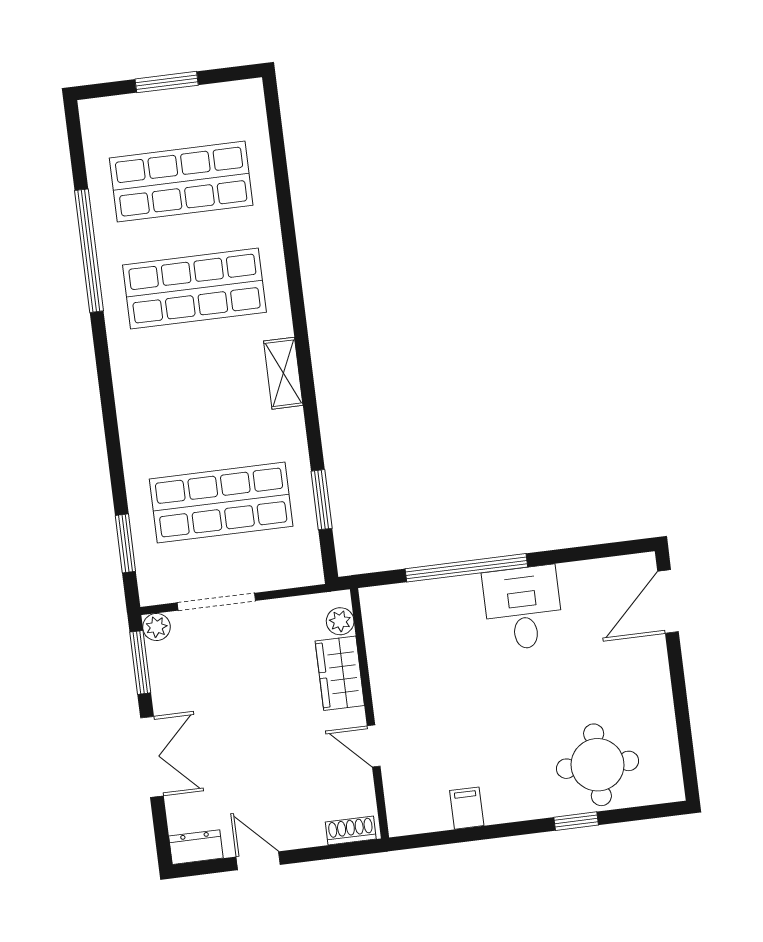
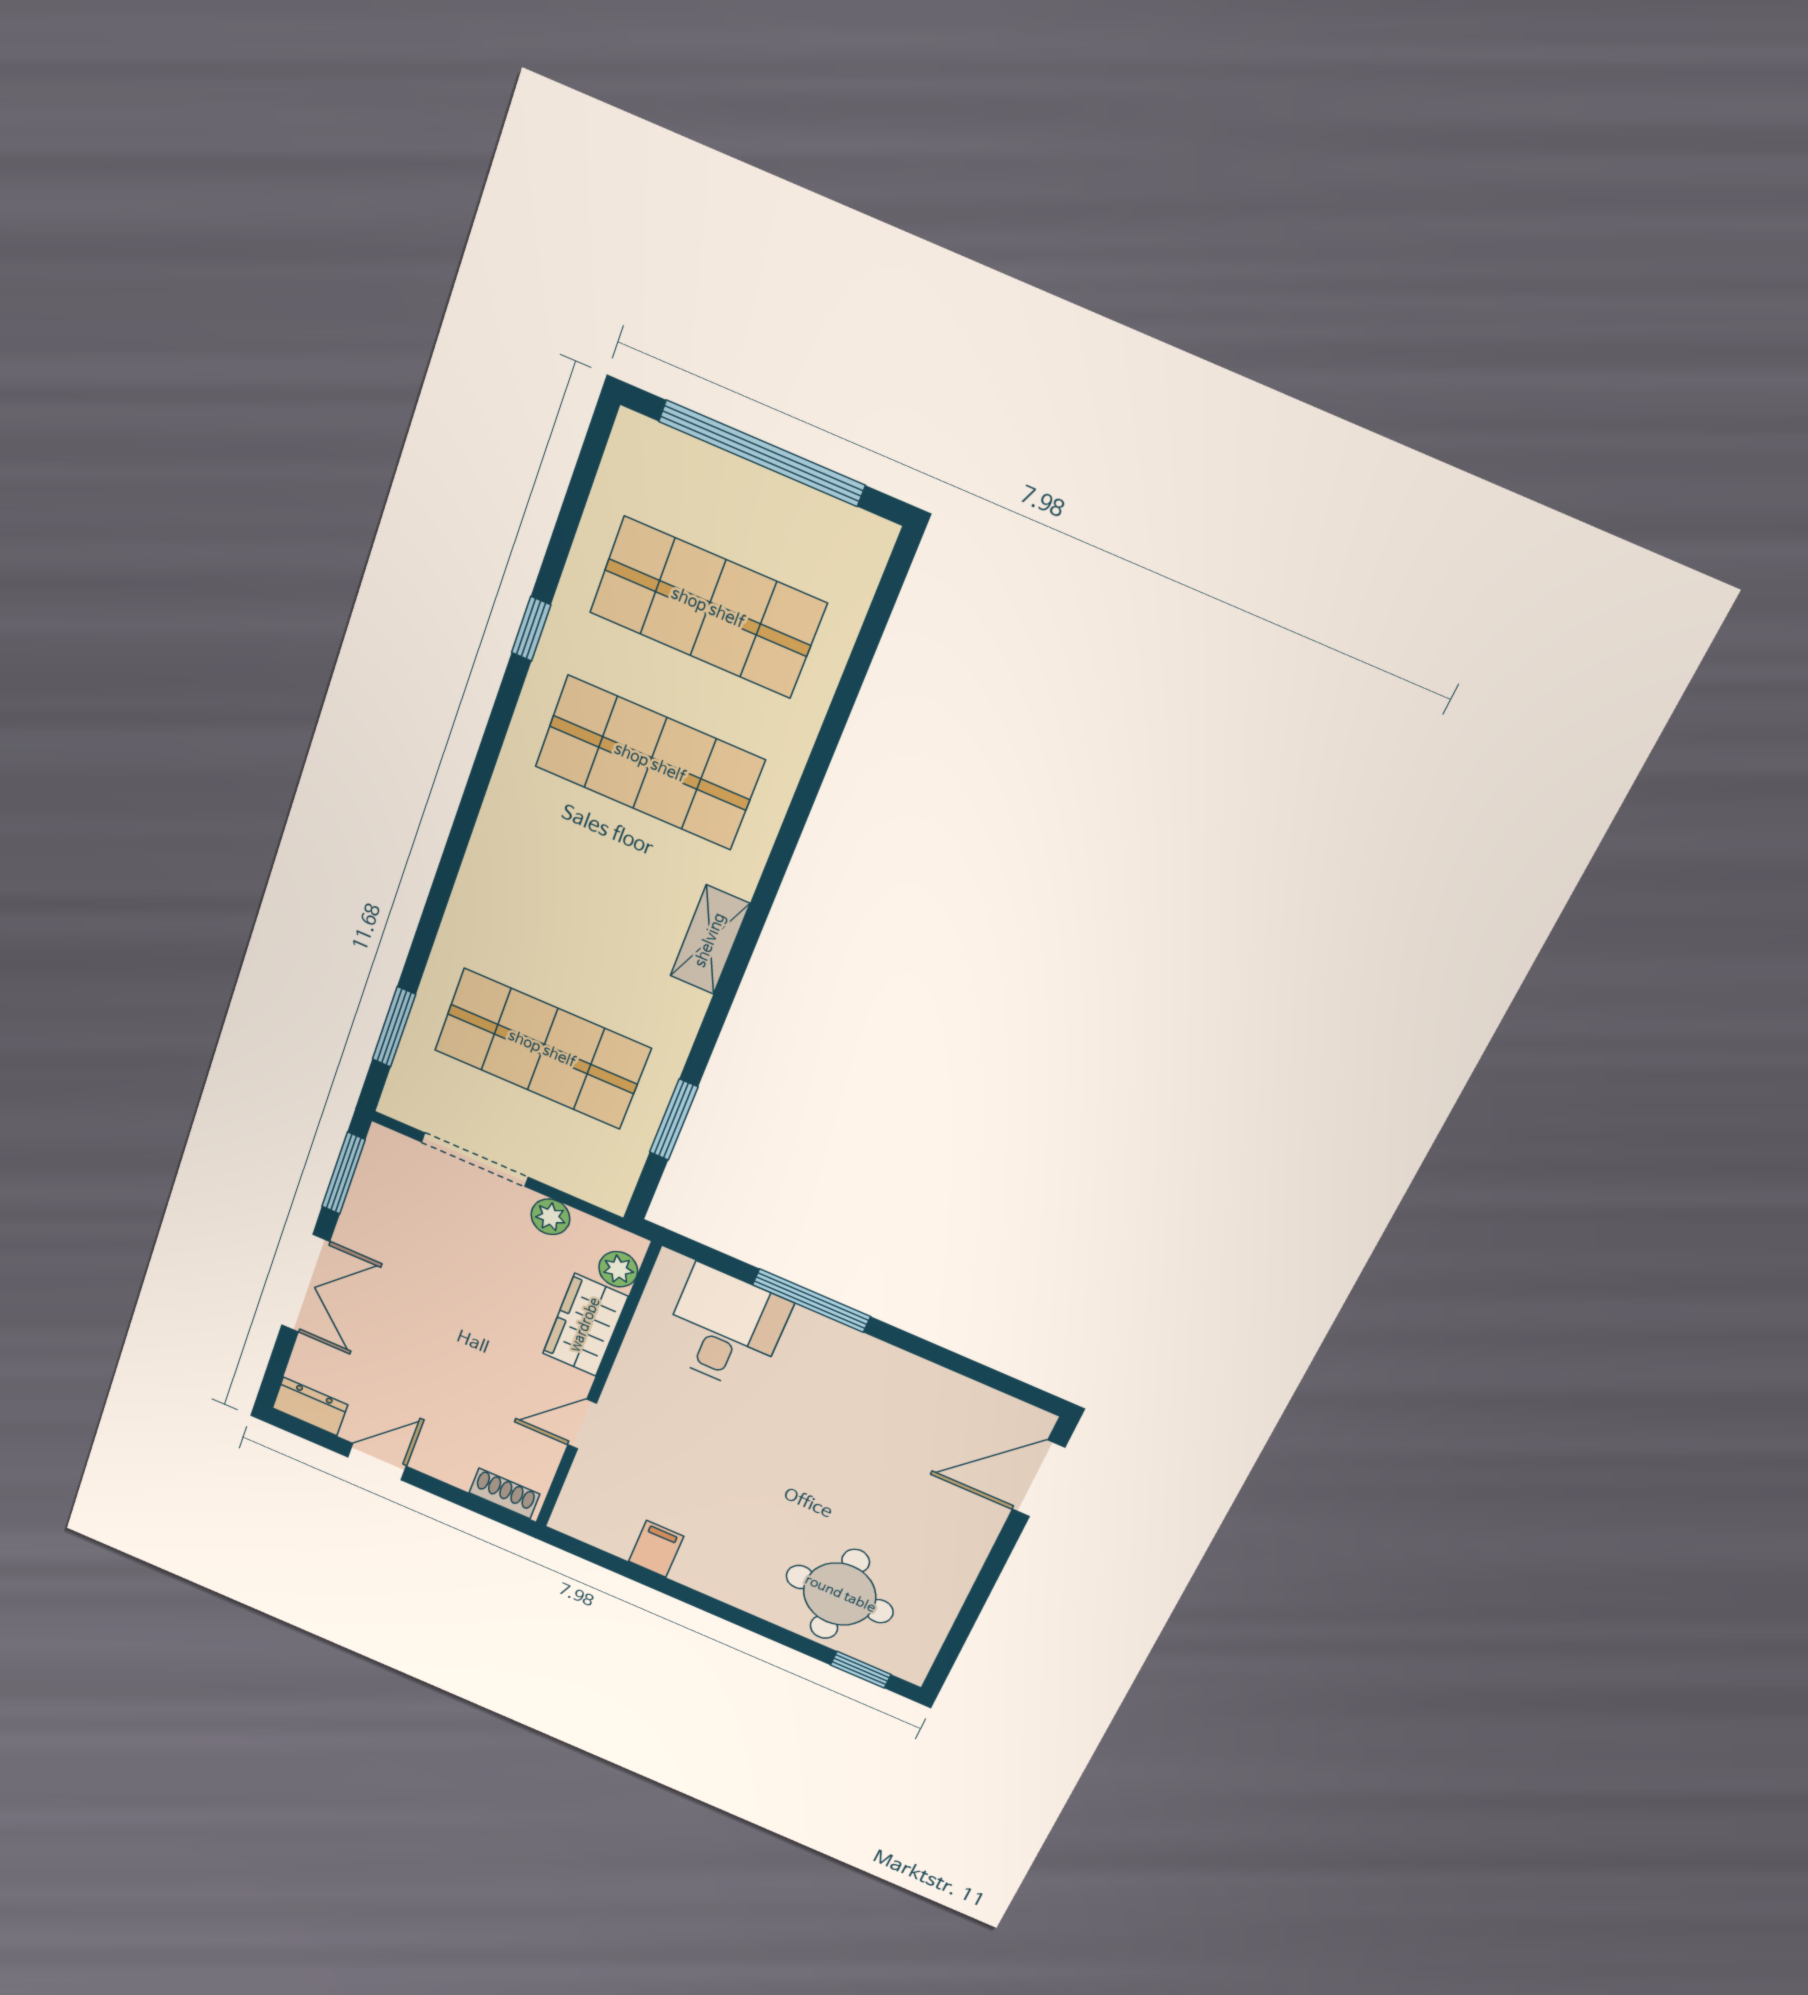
window: (167, 82) -> (762, 453), width x2.11
window: (89, 251) -> (531, 629), width x0.32
window: (466, 568) -> (812, 1301), width x0.68
desk: (523, 608) -> (725, 1328), moved
plant: (156, 627) -> (550, 1217), moved
door: (374, 746) -> (582, 1424), hinge flipped
window: (576, 821) -> (861, 1670), moved
door: (258, 861) -> (377, 1462), hinge flipped

